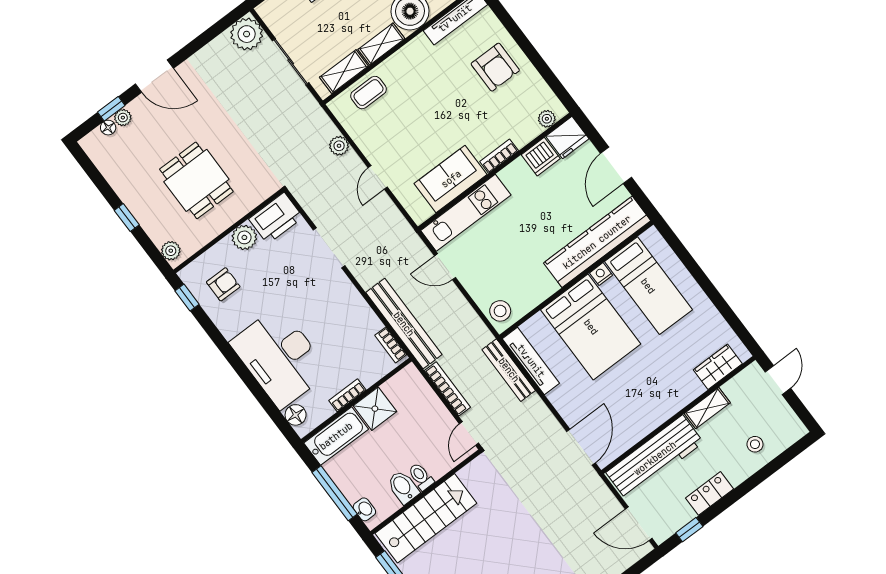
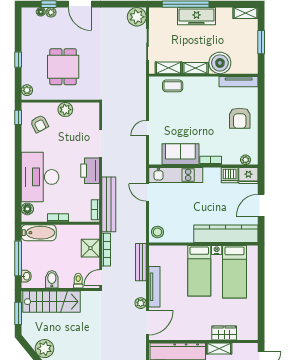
plant: (339, 146) -> (141, 303), moved
printer: (276, 218) -> (90, 171), moved, turned 90
armchair: (223, 284) -> (39, 124), turned 62
bed: (591, 327) -> (199, 271), width x0.67
tv unit: (531, 361) -> (154, 287), moved
wardrobe: (718, 367) -> (224, 333), moved
shower: (375, 409) -> (90, 248), moved
toilet: (421, 477) -> (78, 281), moved

